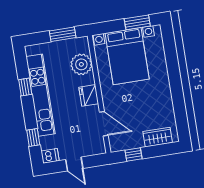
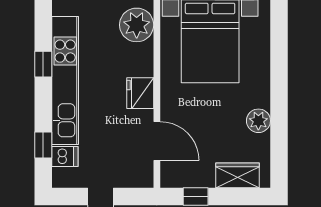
plant: (81, 64) -> (137, 25), moved
plant: (165, 101) -> (258, 121), added
dishwasher: (50, 156) -> (65, 156), moved

